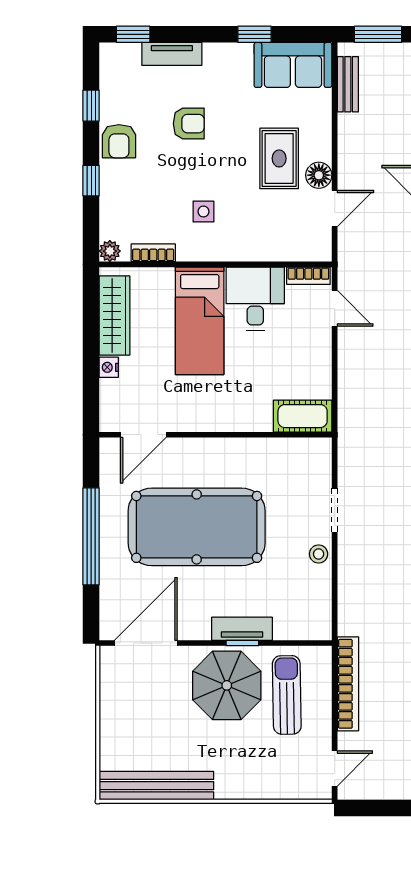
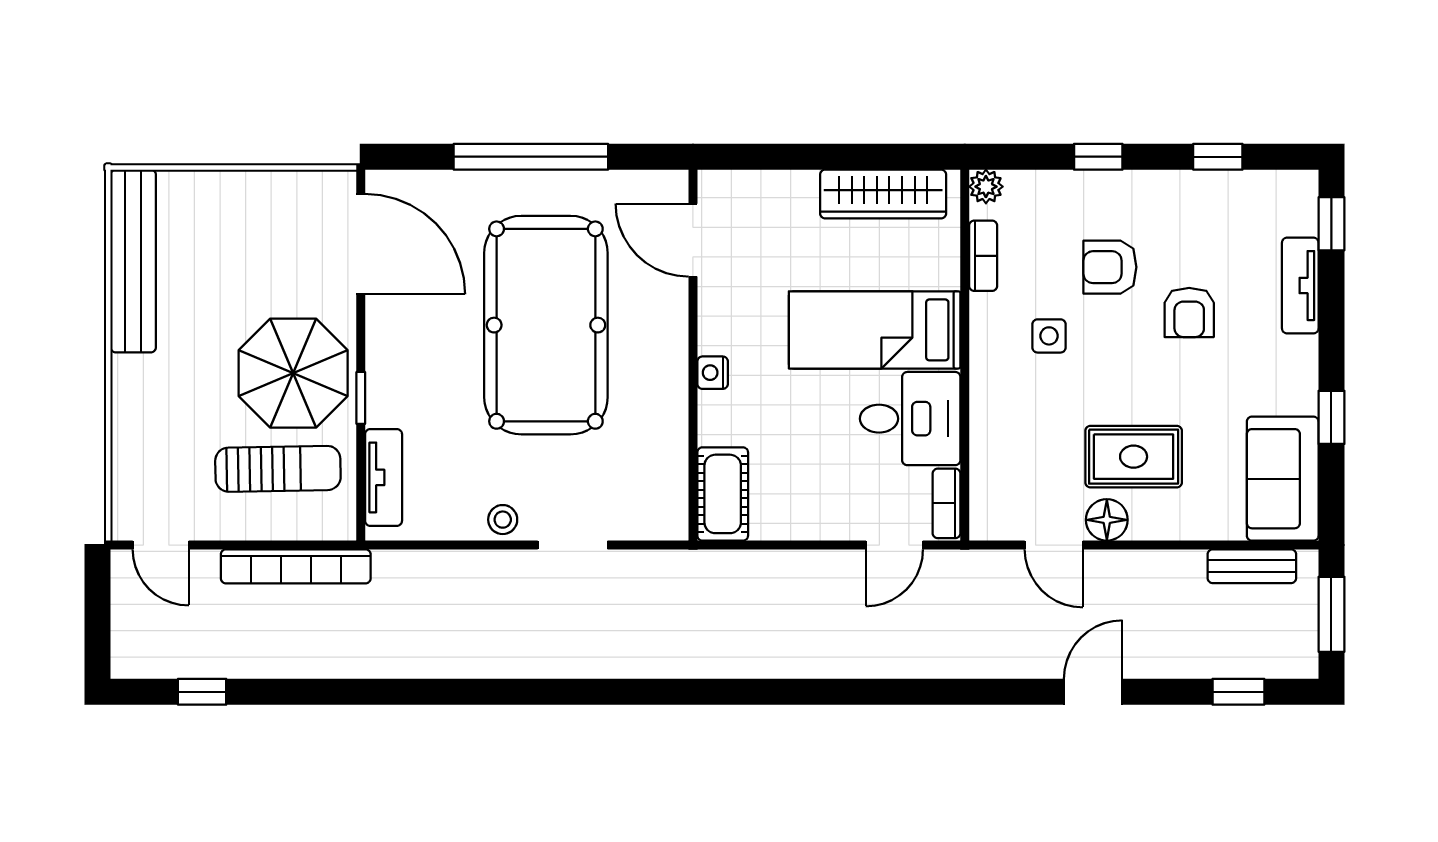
armchair: (119, 141) -> (1110, 267), moved
nightstand: (109, 367) -> (713, 373), moved, turned -90
tv unit: (242, 629) -> (384, 477), moved

